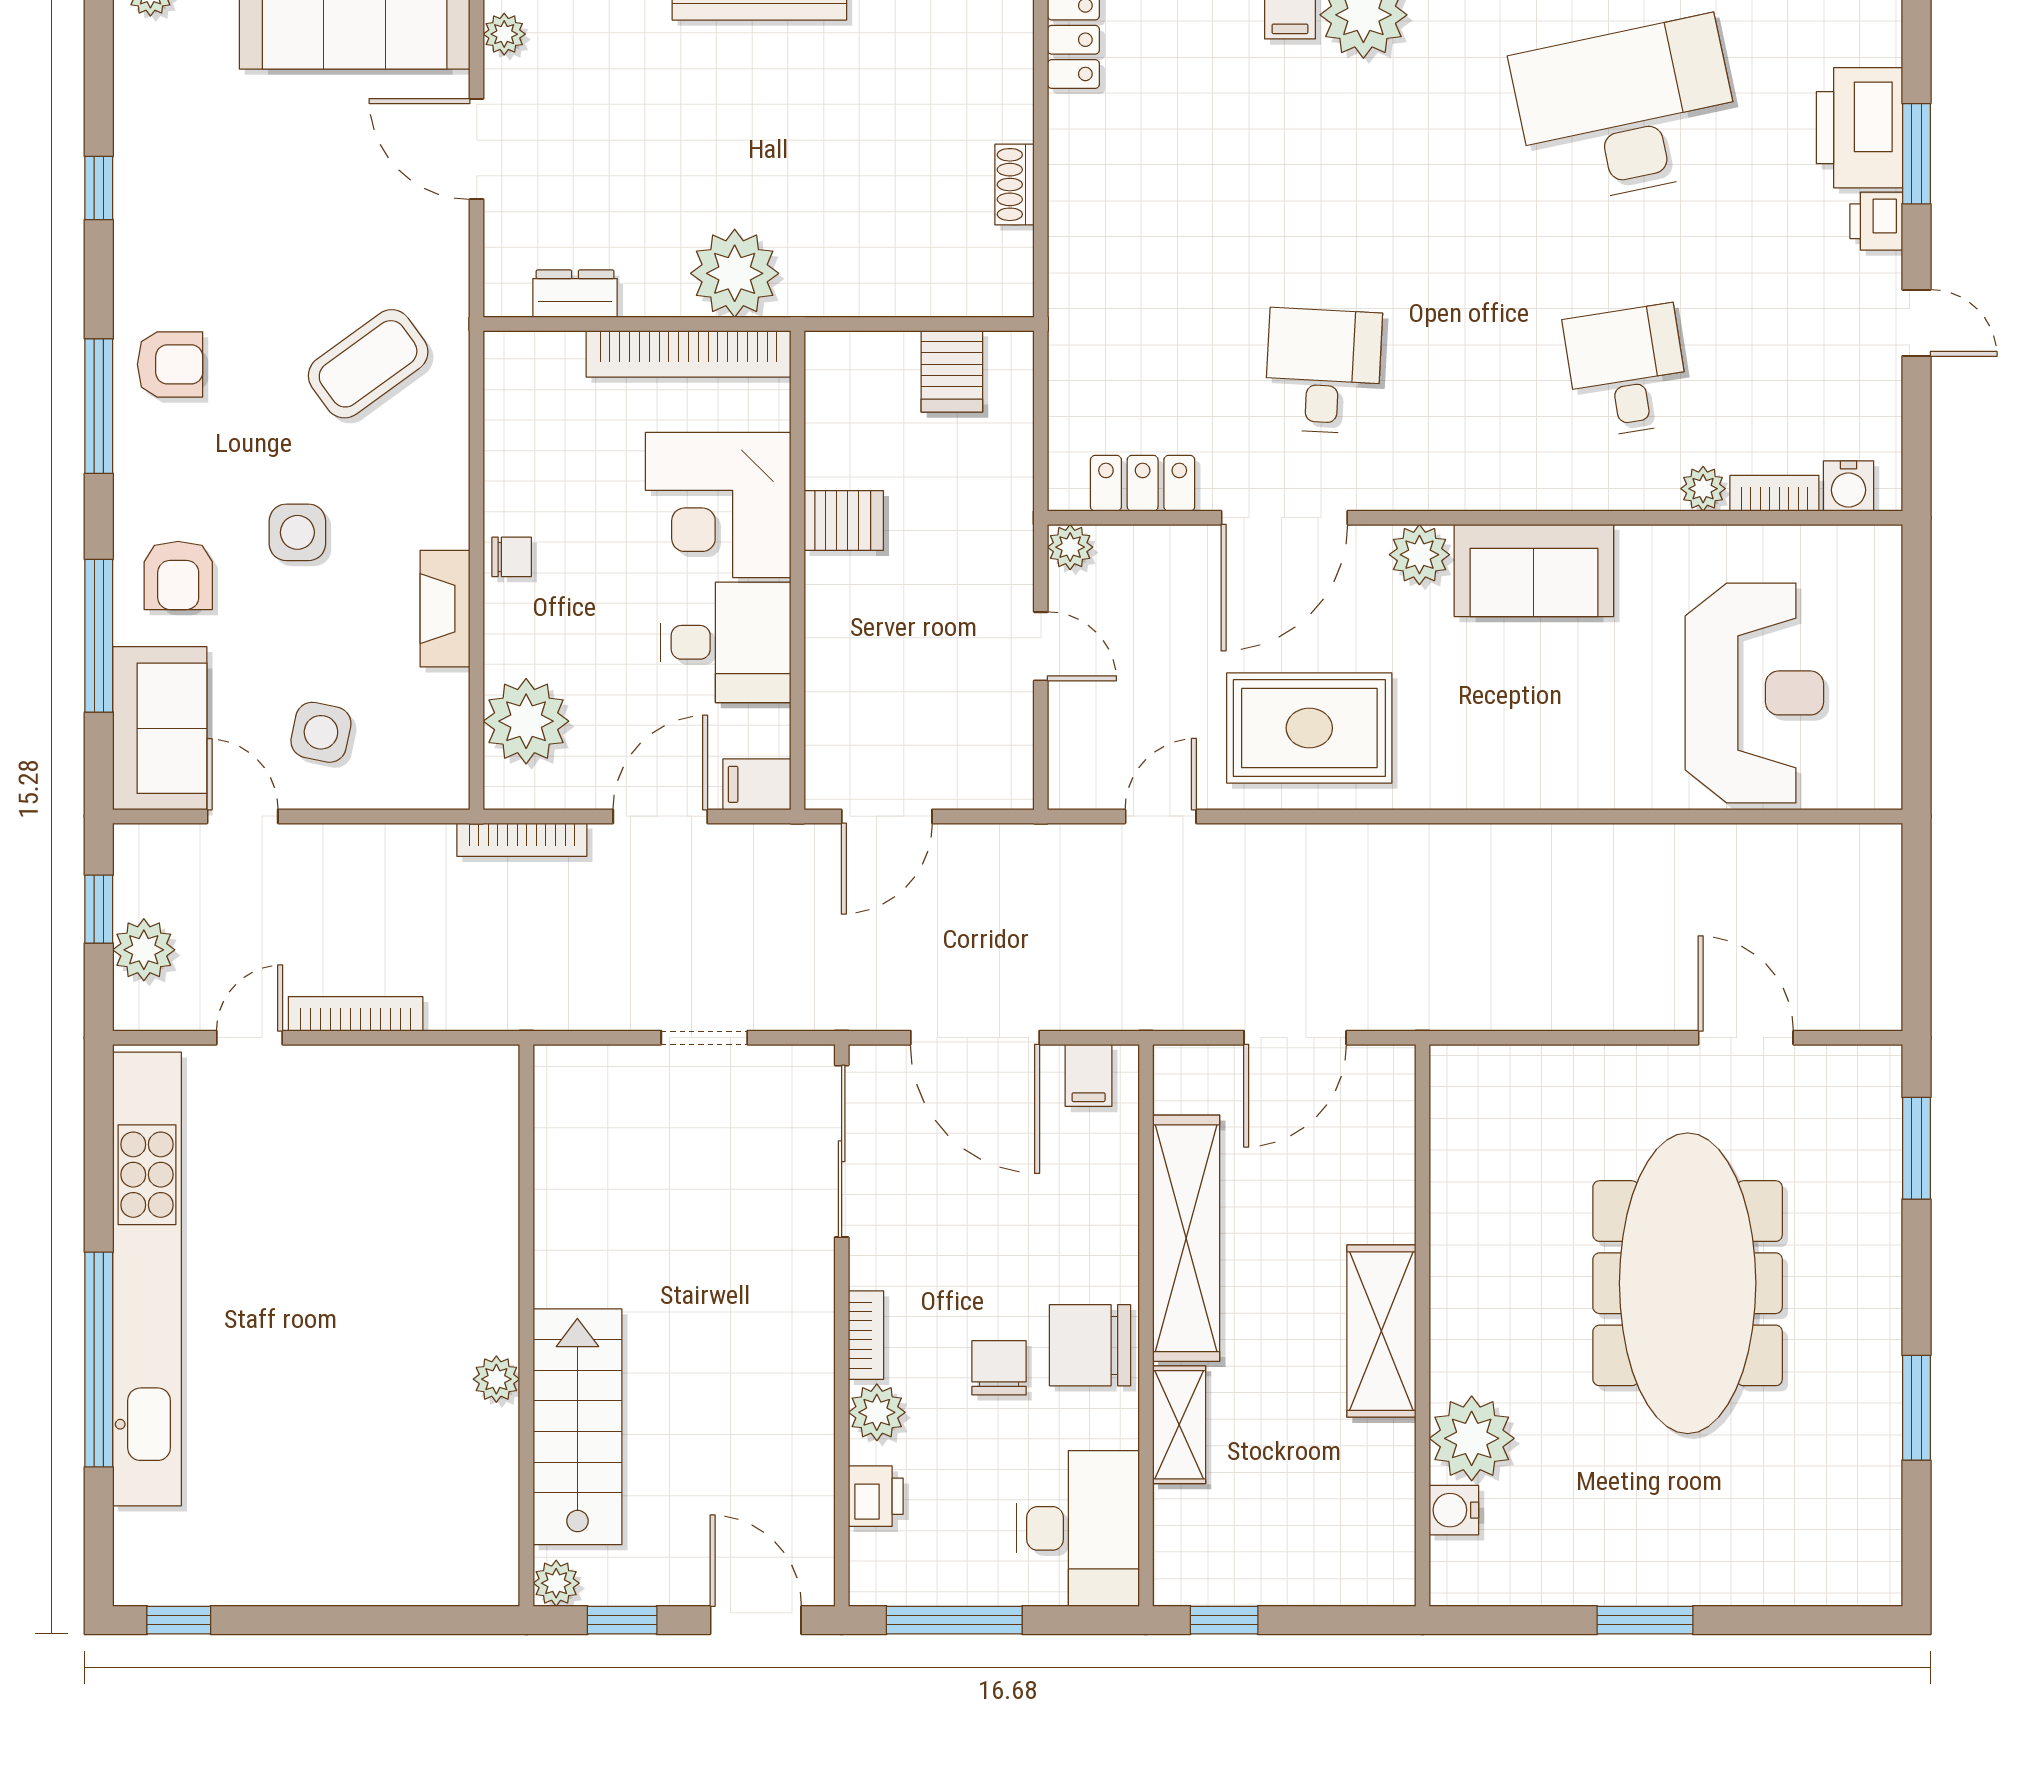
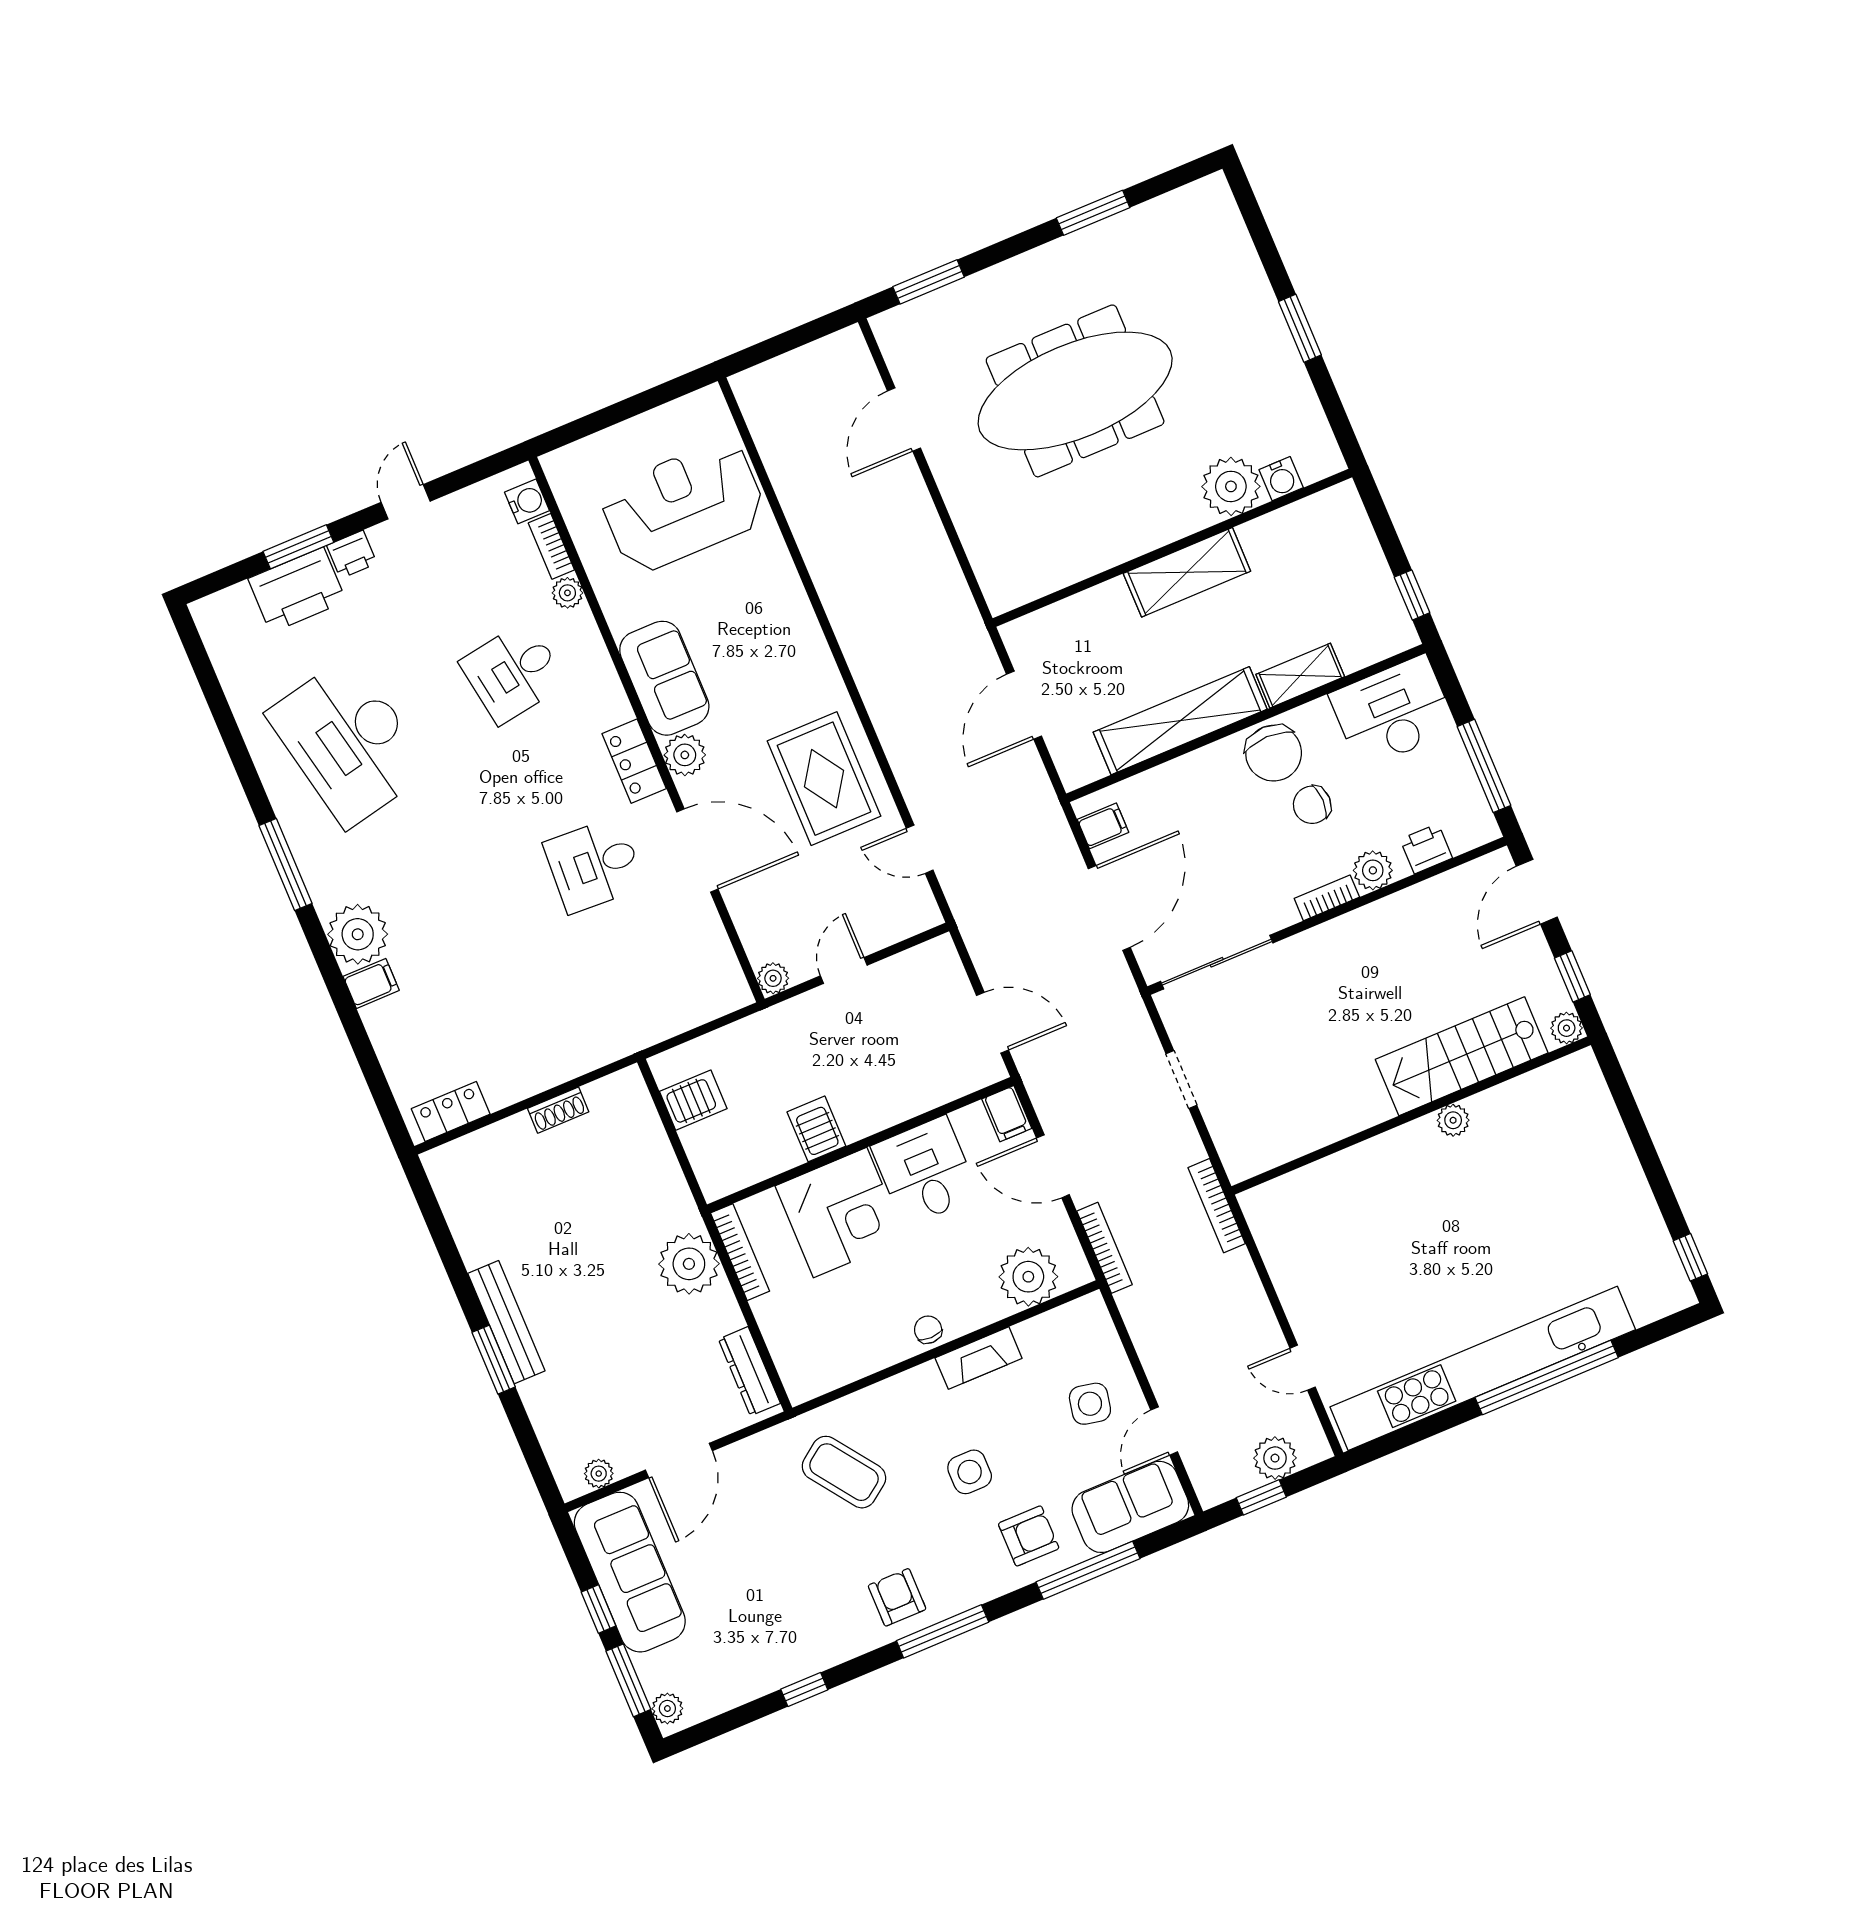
dresser: (575, 294) -> (749, 1371), width x1.44
bookcase: (688, 354) -> (740, 1252), width x0.68, depth x0.76
locker: (1143, 483) -> (634, 761), moved
bookcase: (356, 1014) -> (1217, 1206), moved
door: (1295, 1038) -> (1024, 705), swing flipped

